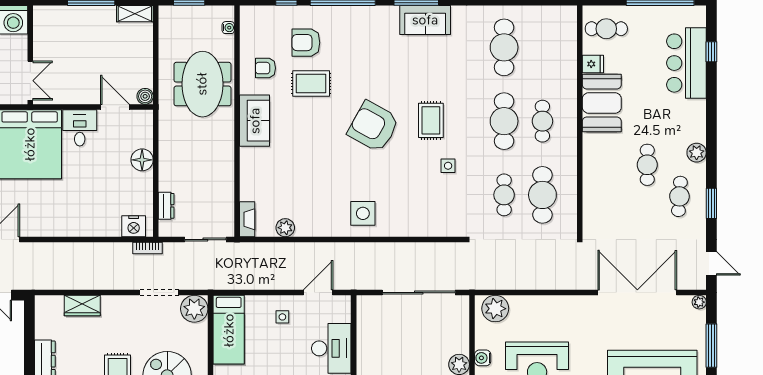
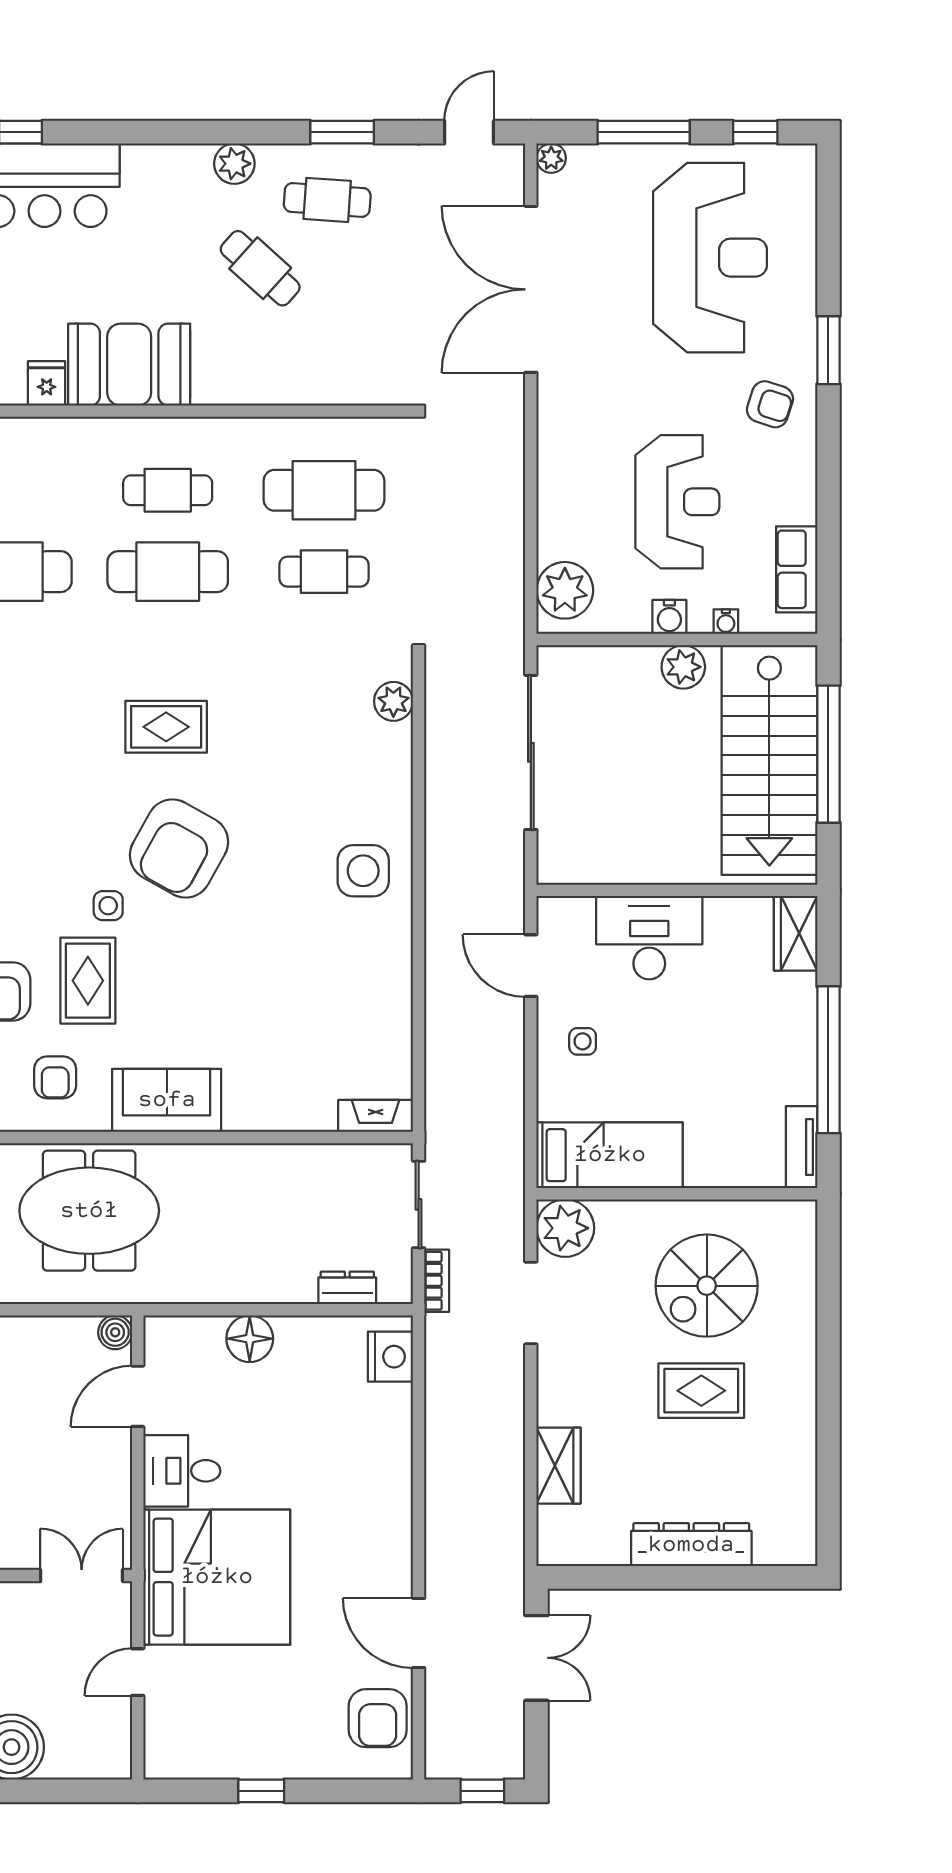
cafe table: (647, 165) -> (260, 268), turned 42
side table: (448, 166) -> (108, 906), moved
plant: (285, 228) -> (393, 701), moved
bookcase: (147, 248) -> (437, 1281), moved

